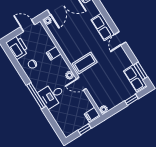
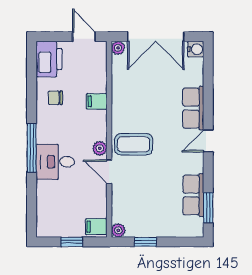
row of seats: (135, 78) -> (193, 195), moved
window: (131, 100) -> (145, 242), moved

